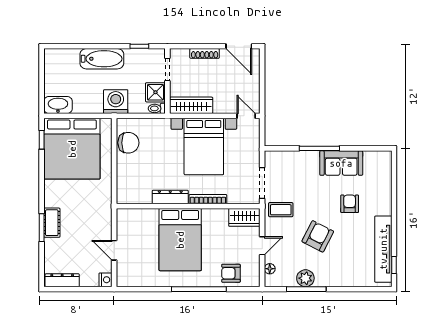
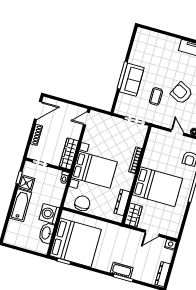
shower: (155, 92) -> (26, 183), moved
washing machine: (116, 102) -> (49, 214), moved
washbasin: (58, 105) -> (46, 233), moved
bed with nightstands: (204, 146) -> (94, 170), moved
sofa: (341, 163) -> (132, 80), moved
dresser: (170, 197) -> (122, 202), moved
armchair: (350, 204) -> (165, 65), removed
coffee table: (281, 210) -> (156, 96), moved
wardrobe: (244, 217) -> (133, 215), moved

